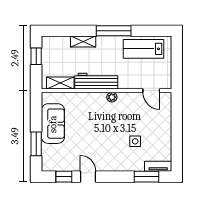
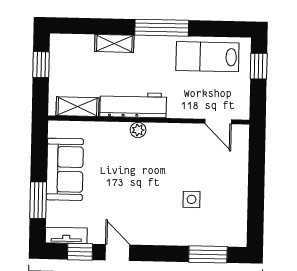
window: (177, 54) -> (259, 66), added
plant: (112, 97) -> (138, 130), moved
tv unit: (158, 166) -> (66, 235), moved

